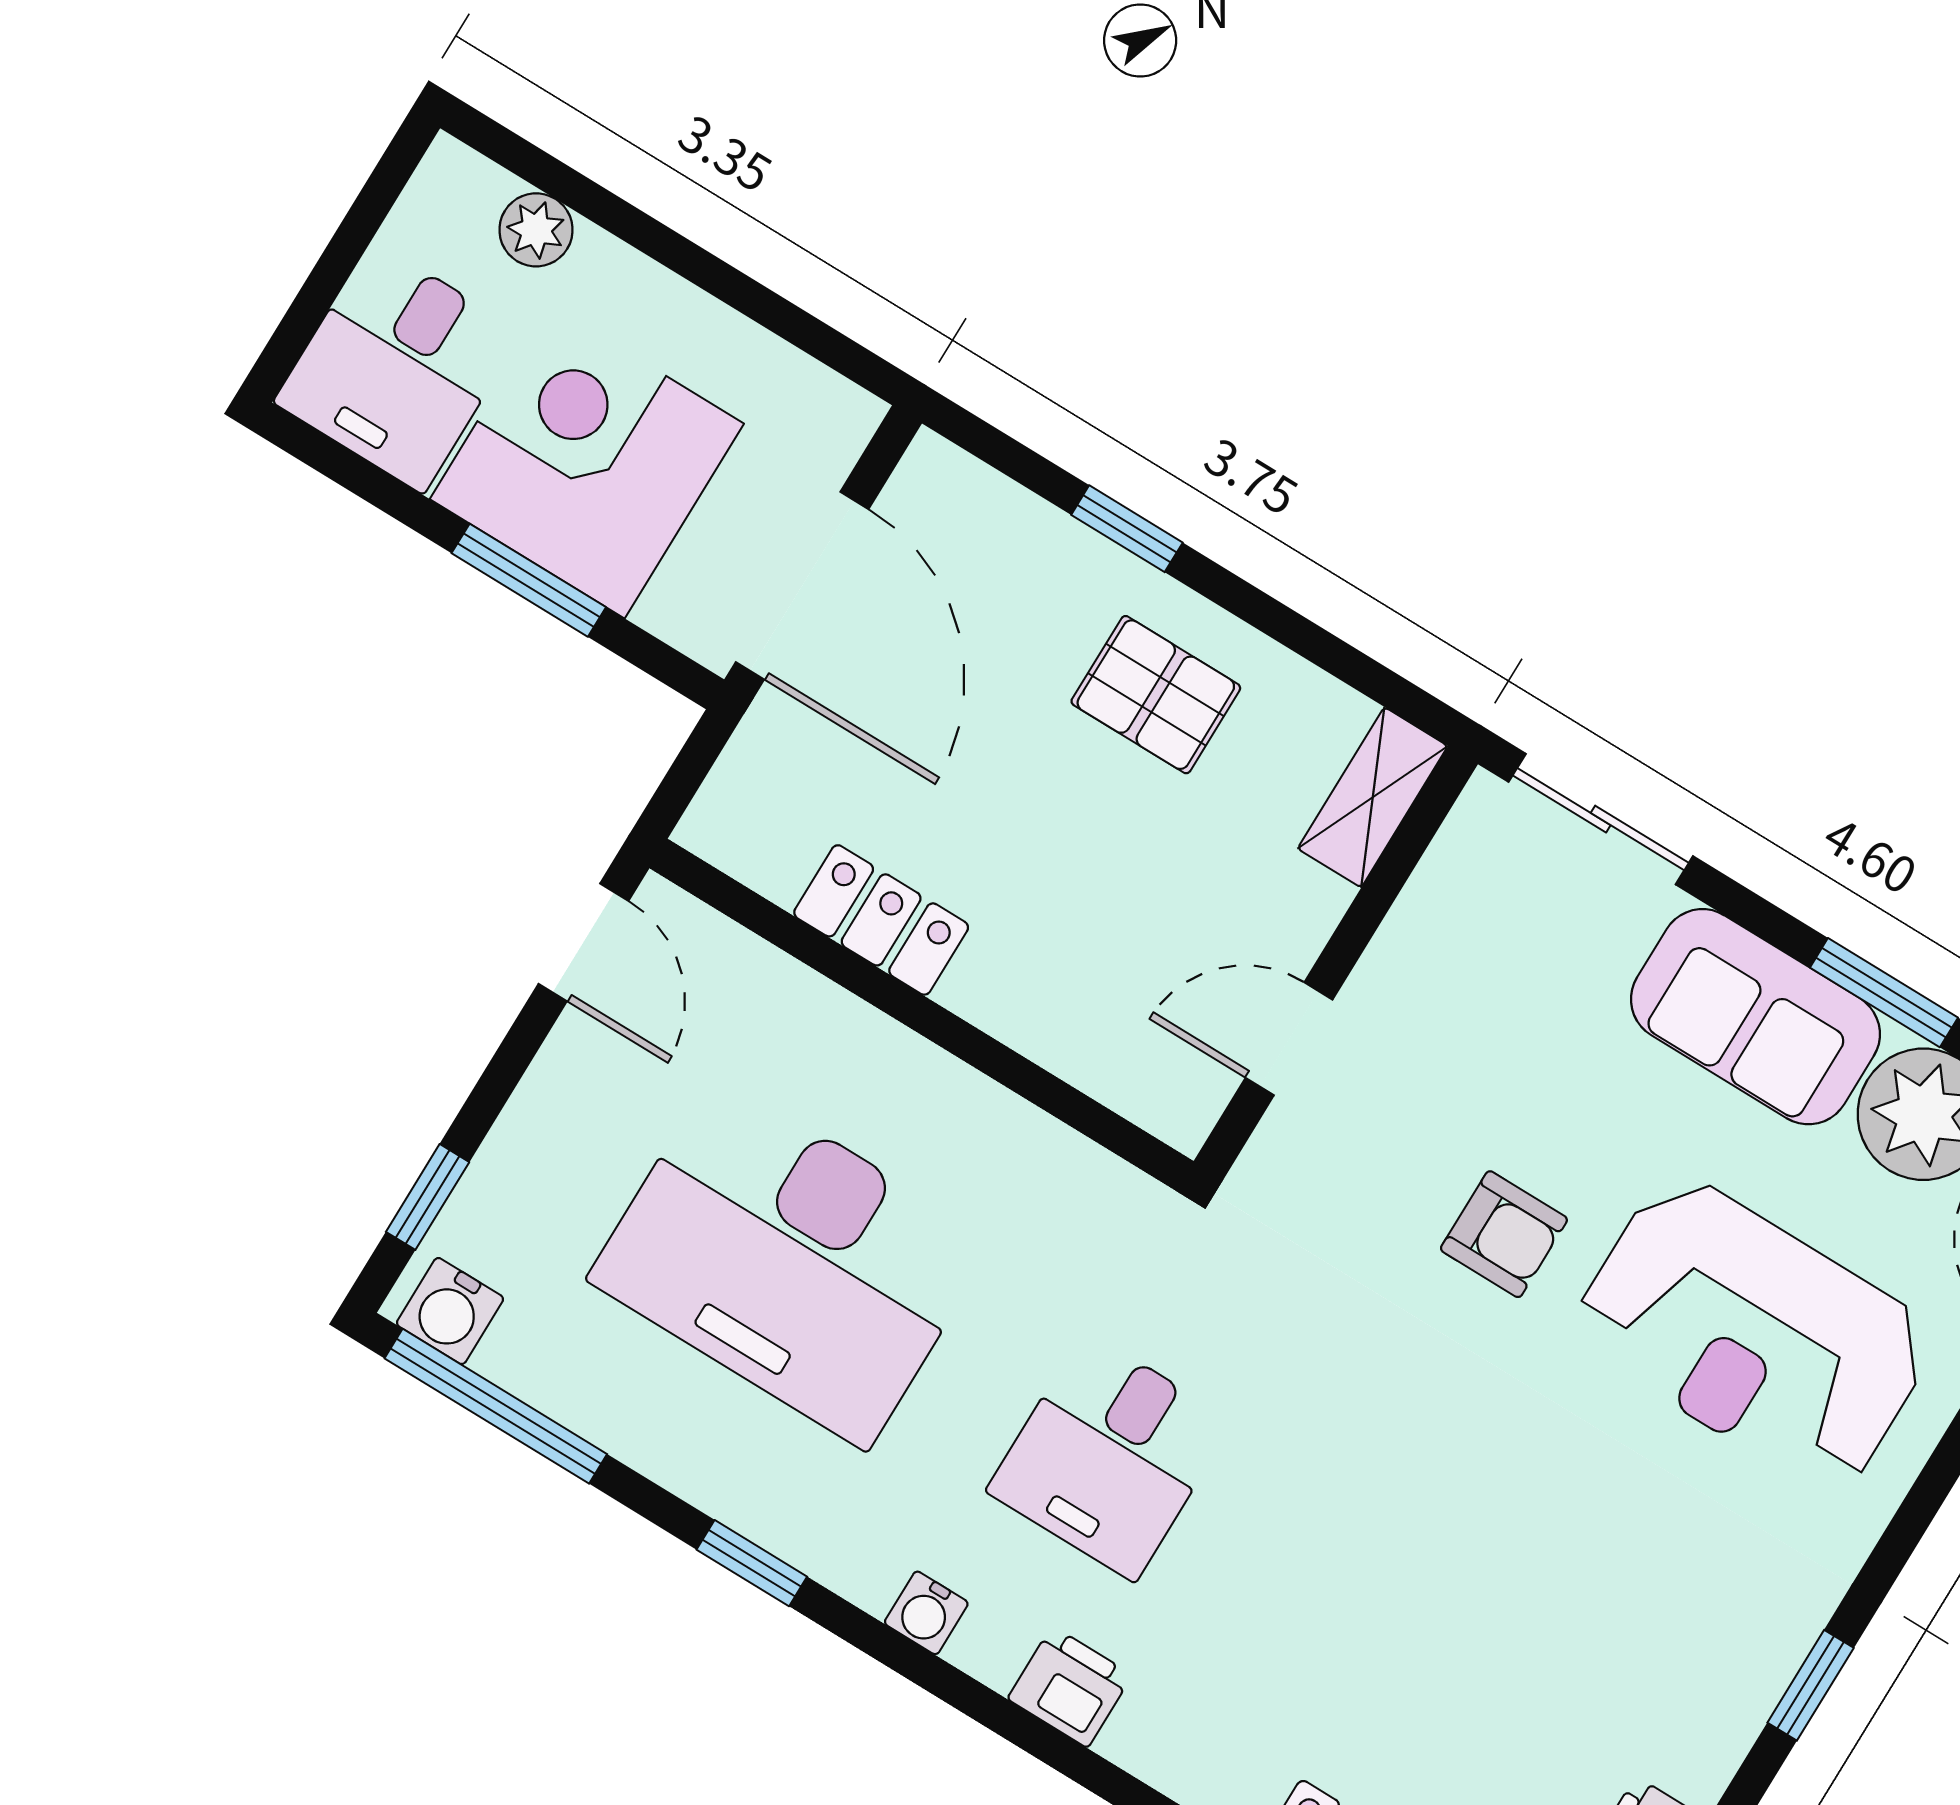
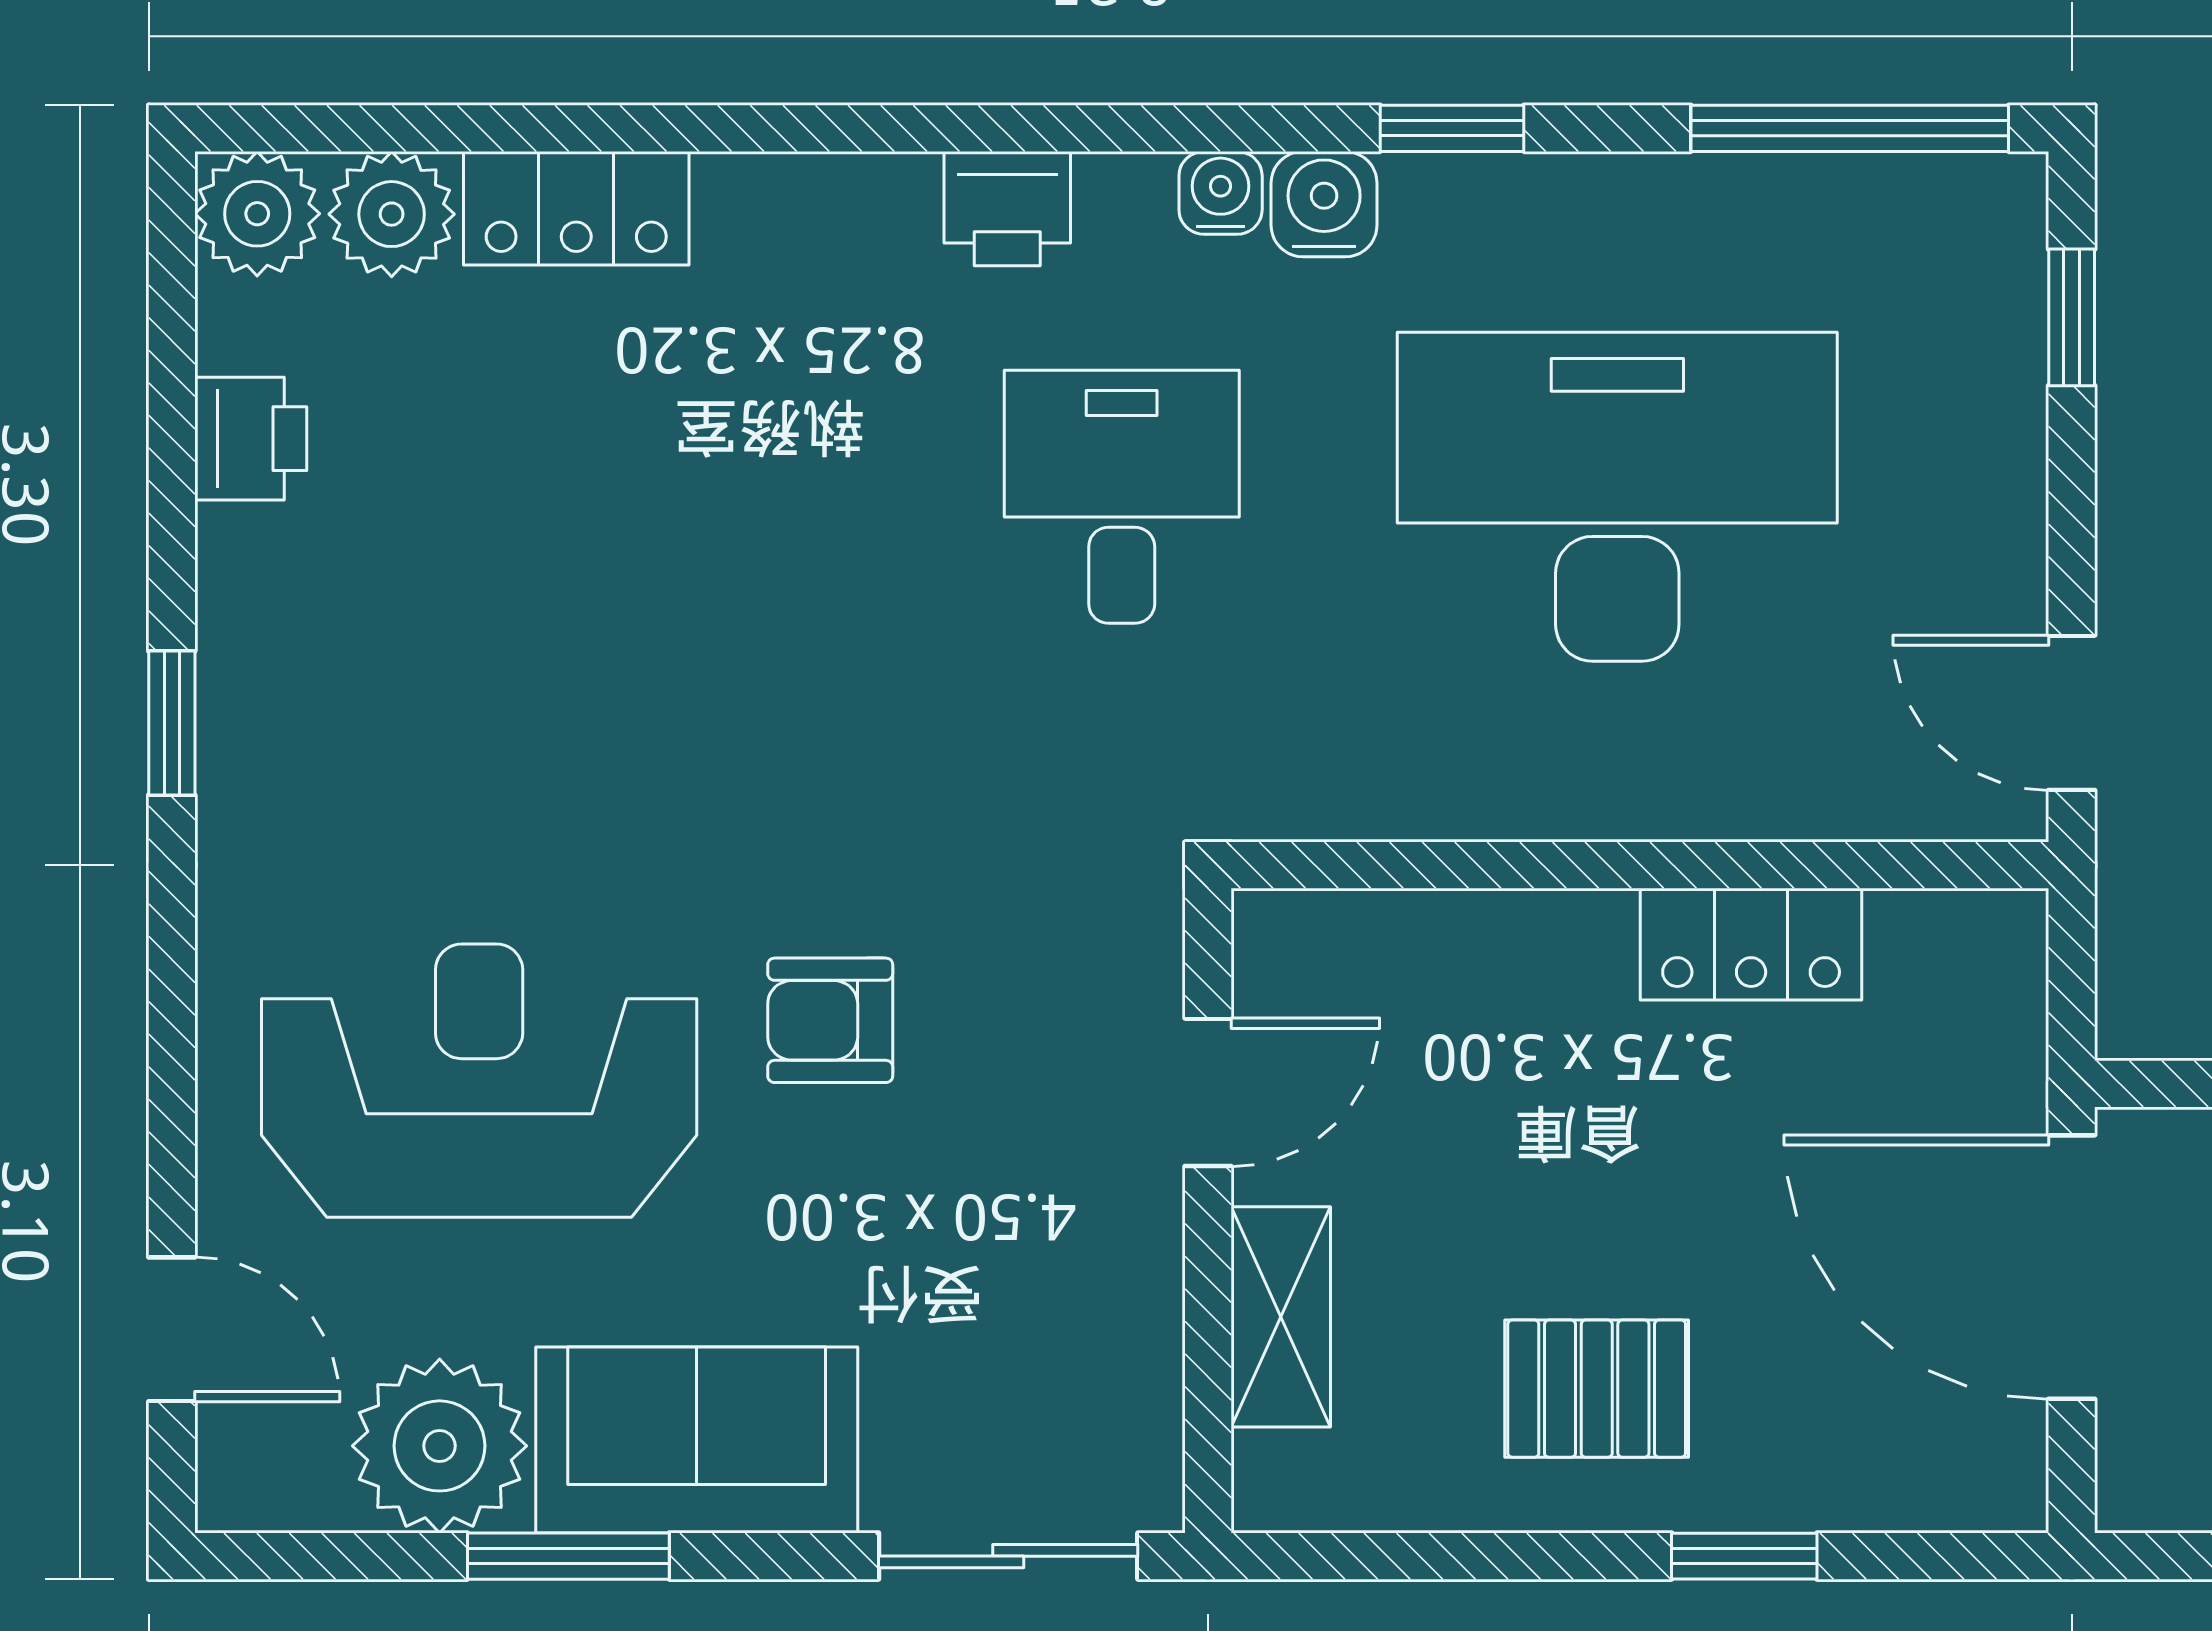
shelving: (1373, 797) -> (1281, 1317), moved
water cooler: (450, 1311) -> (1324, 204), moved

